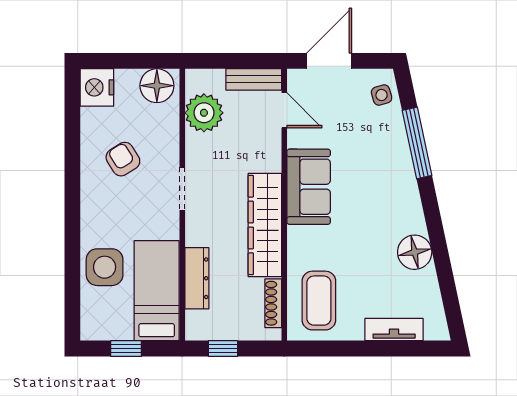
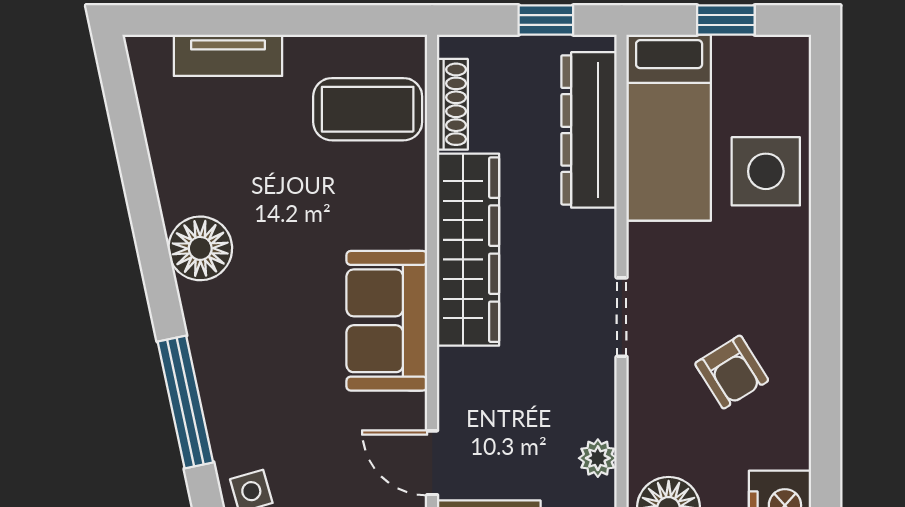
plant: (204, 113) -> (598, 458), width x0.53, depth x0.53
floor lamp: (415, 252) -> (200, 248), moved
dresser: (197, 278) -> (589, 130), width x1.37, depth x1.24
coffee table: (319, 301) -> (368, 109), turned 90

